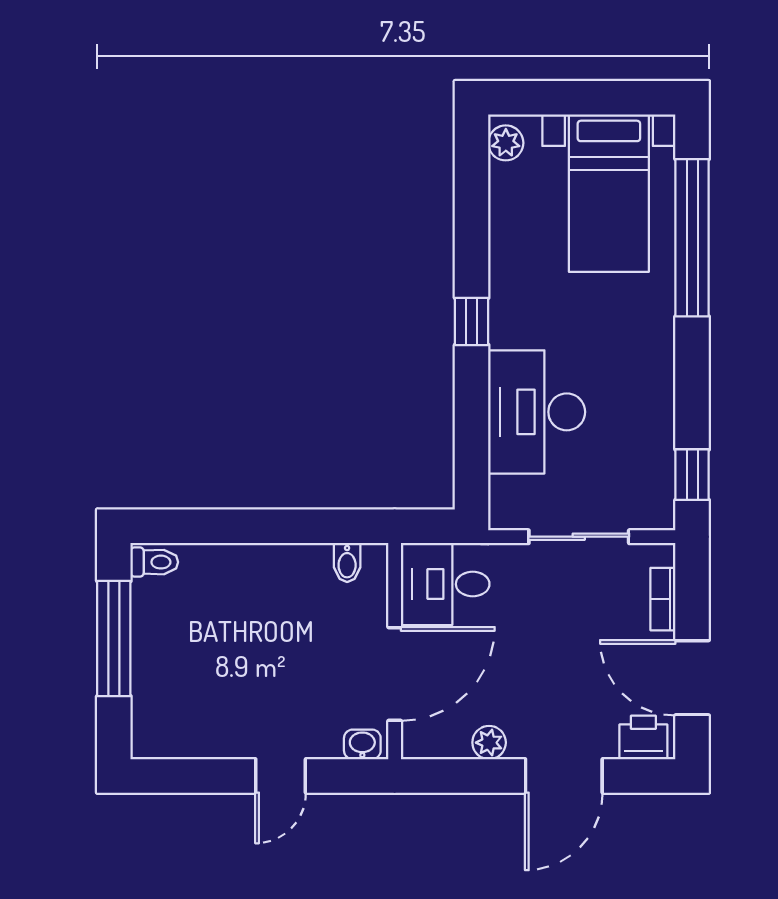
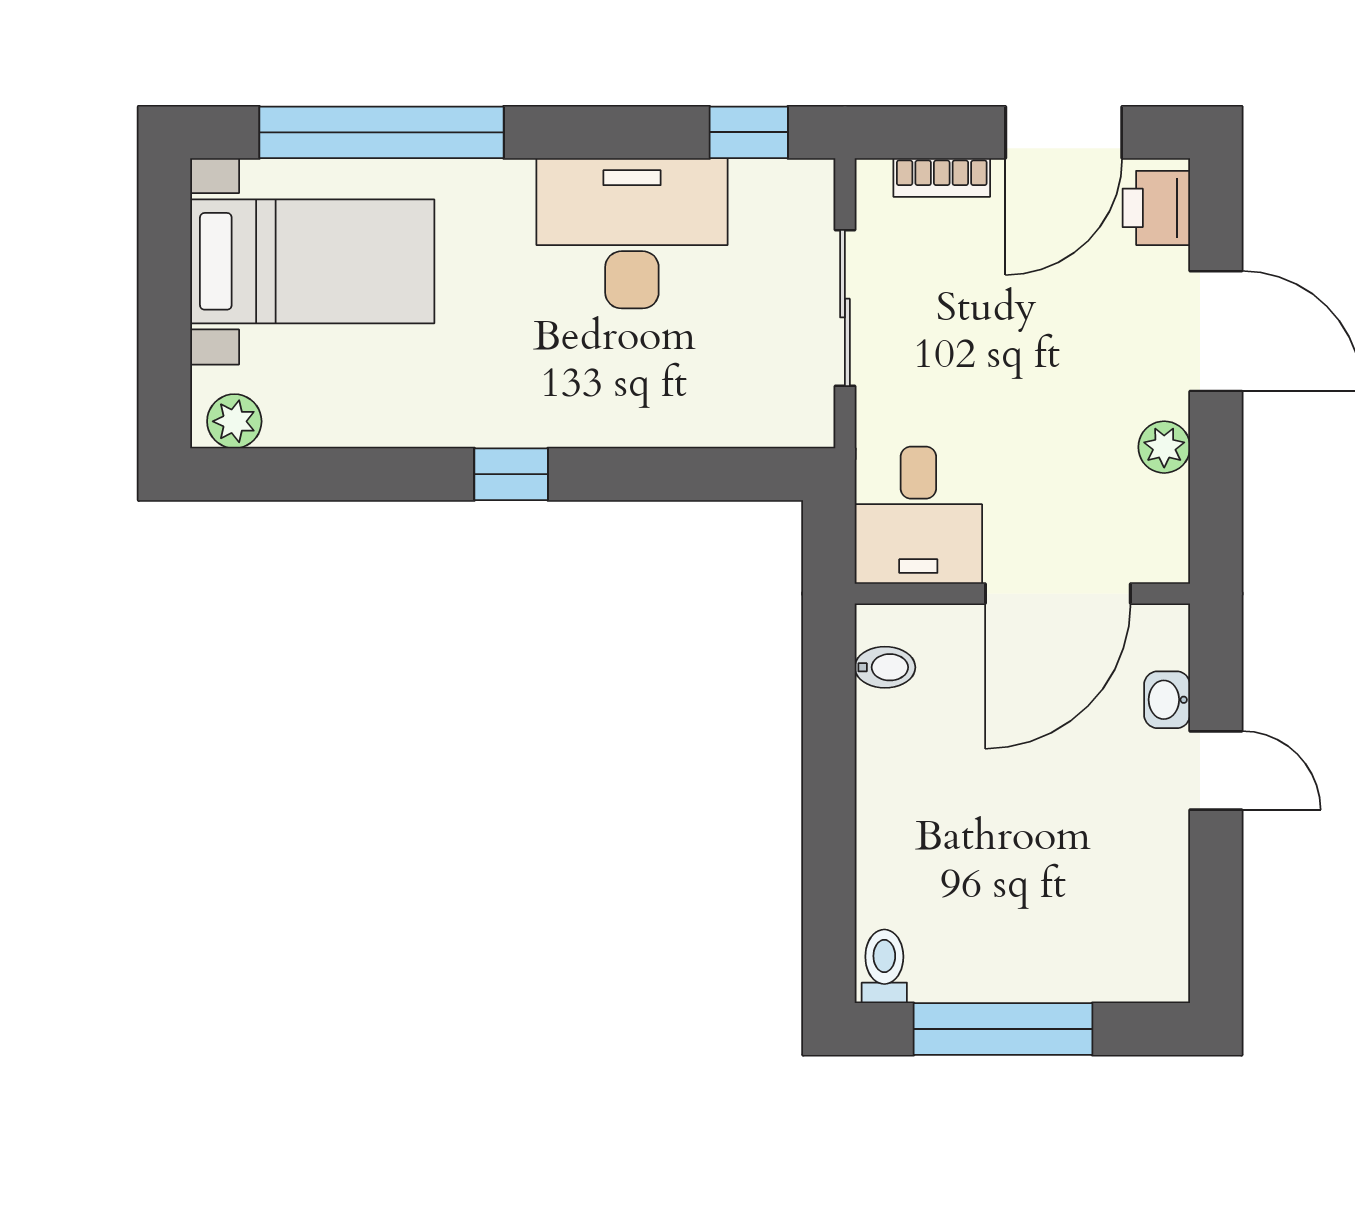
desk: (537, 412) -> (632, 233), moved, turned 180
door: (395, 674) -> (1058, 594), swing flipped
washbasin: (362, 744) -> (1167, 700), moved

